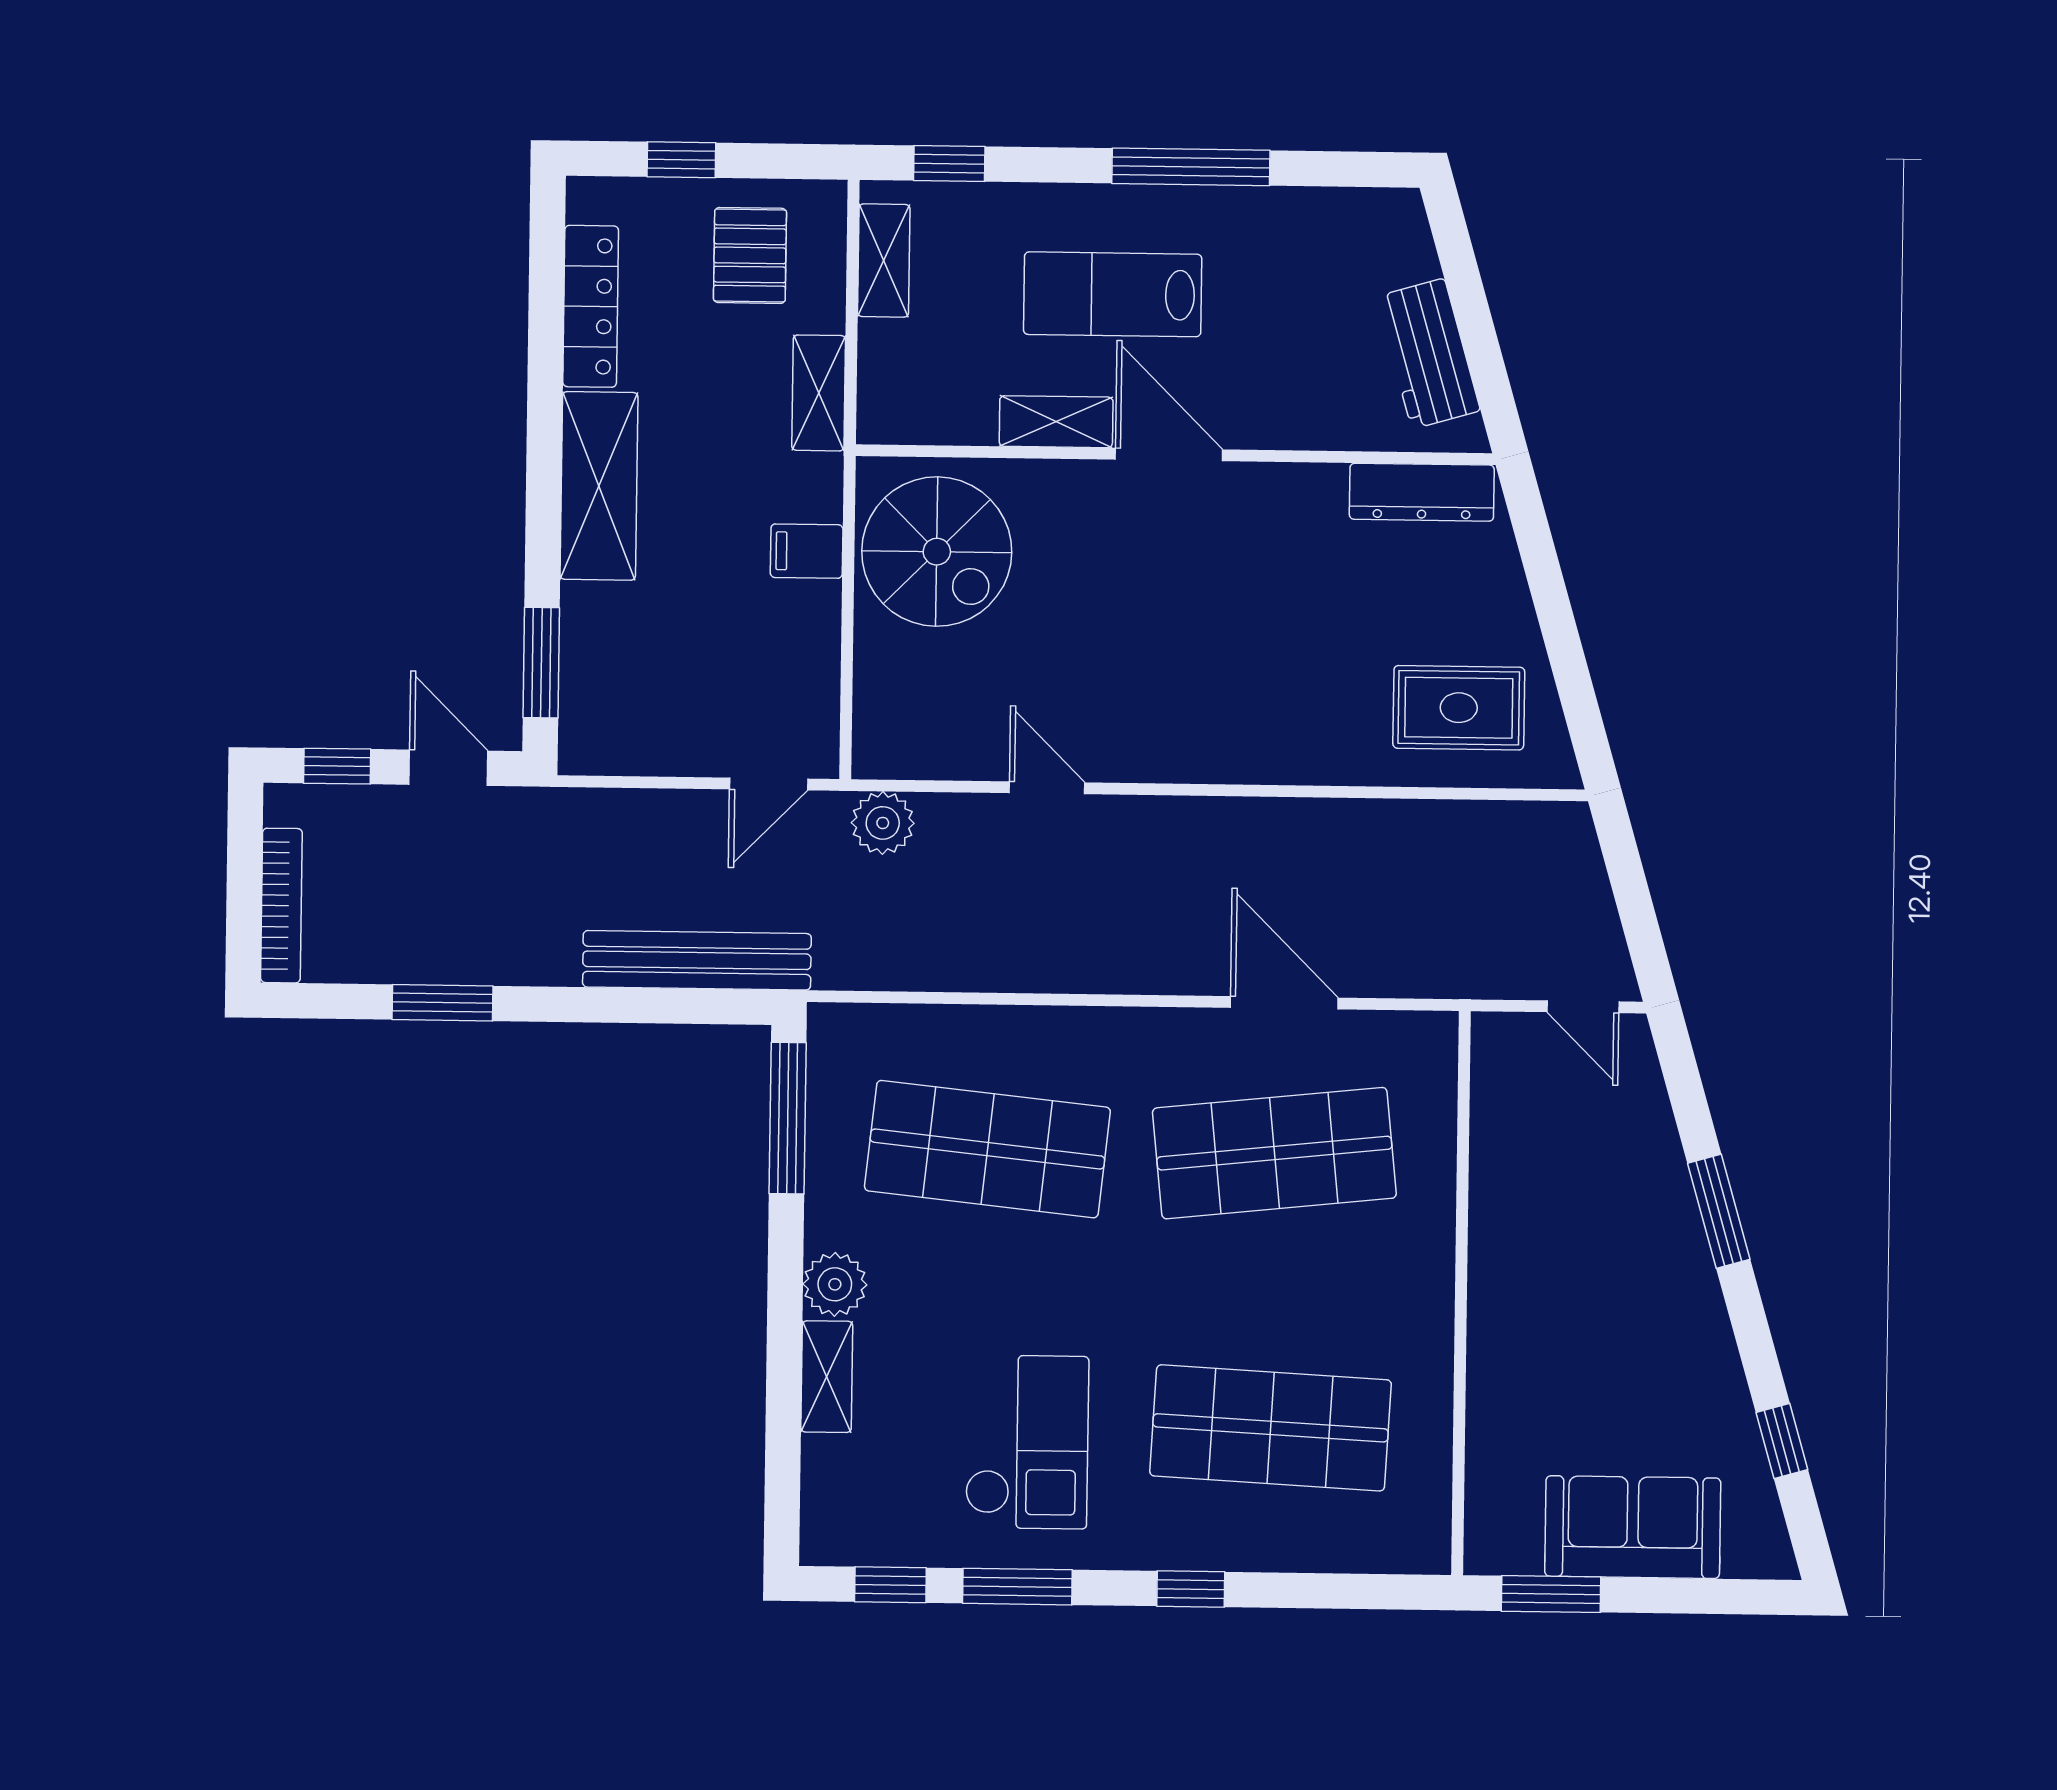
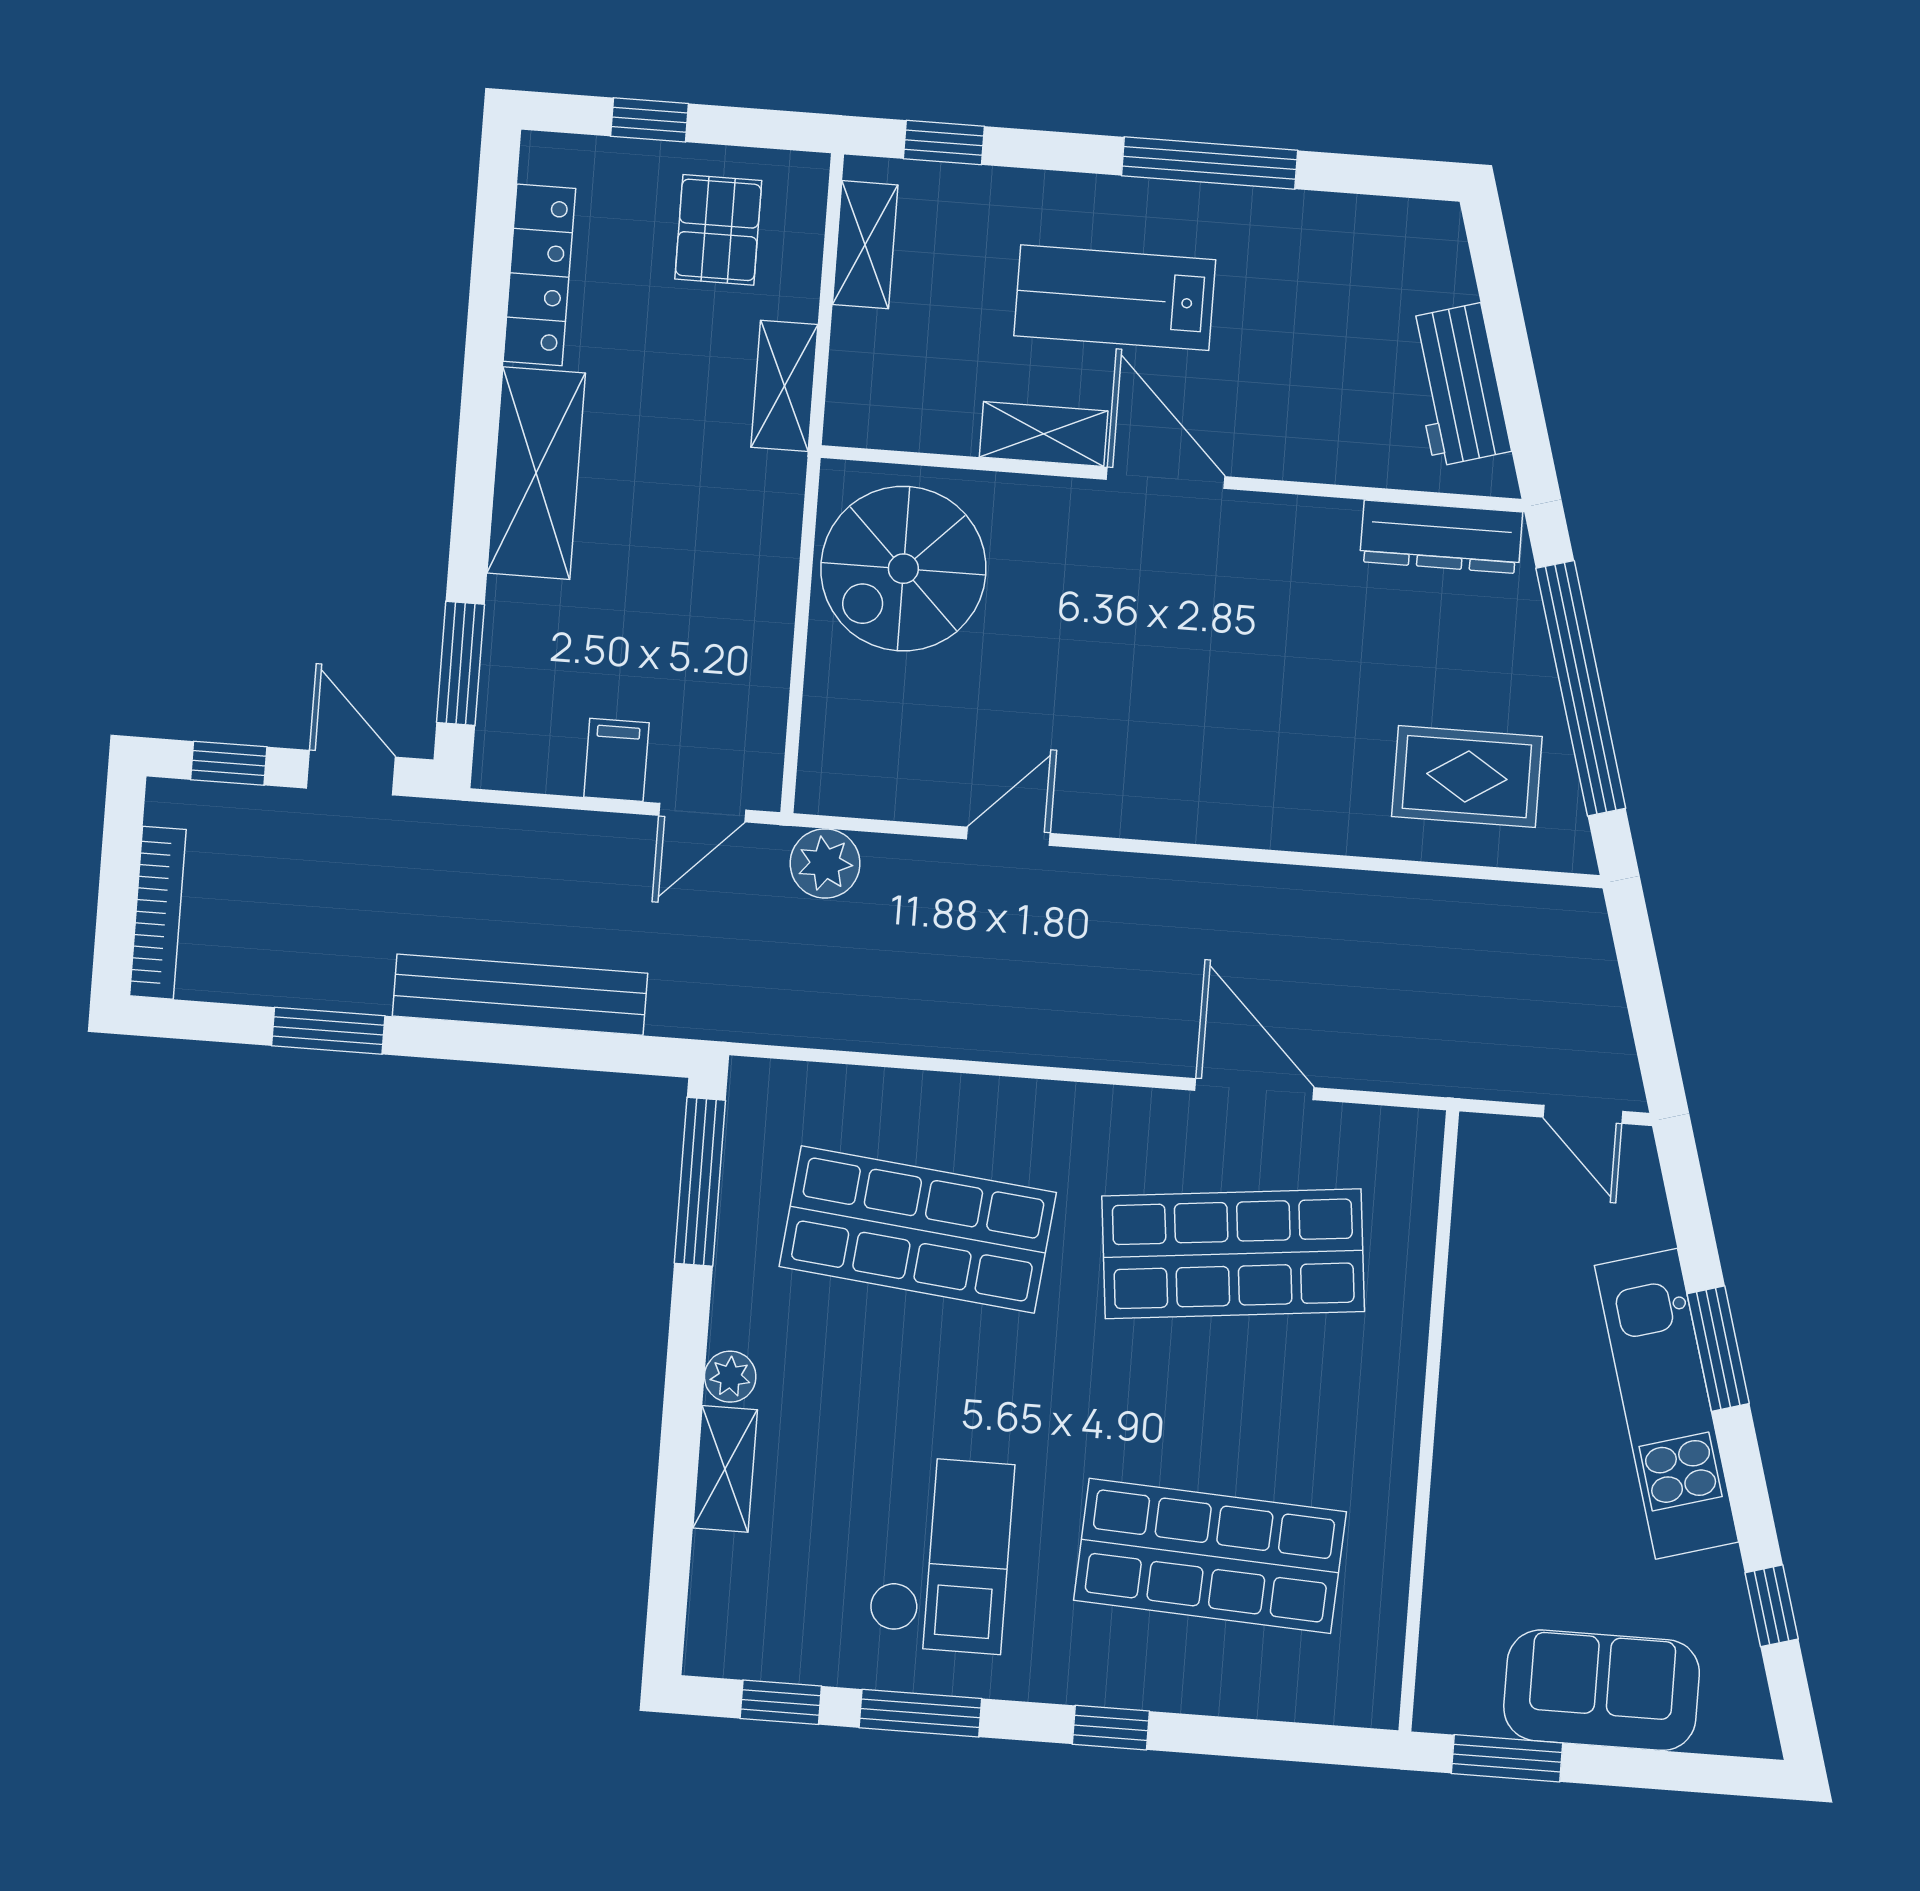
filing cabinet: (807, 551) -> (616, 760), moved, turned 90
spiral stairs: (937, 552) -> (903, 569), turned 90
window: (1557, 621) -> (1581, 688), added
door: (1047, 788) -> (1008, 836), hinge flipped
bench: (697, 960) -> (520, 995), moved
kitchen unit: (1675, 1264) -> (1666, 1404), added
plant: (835, 1284) -> (730, 1377), width x0.73, depth x0.73

